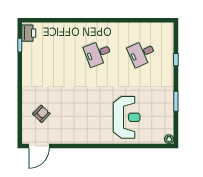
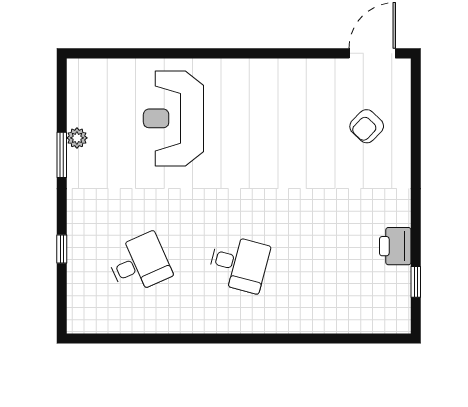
printer: (29, 33) -> (395, 246), moved
desk: (98, 53) -> (239, 264), turned 36
plant: (169, 139) -> (77, 138), moved

